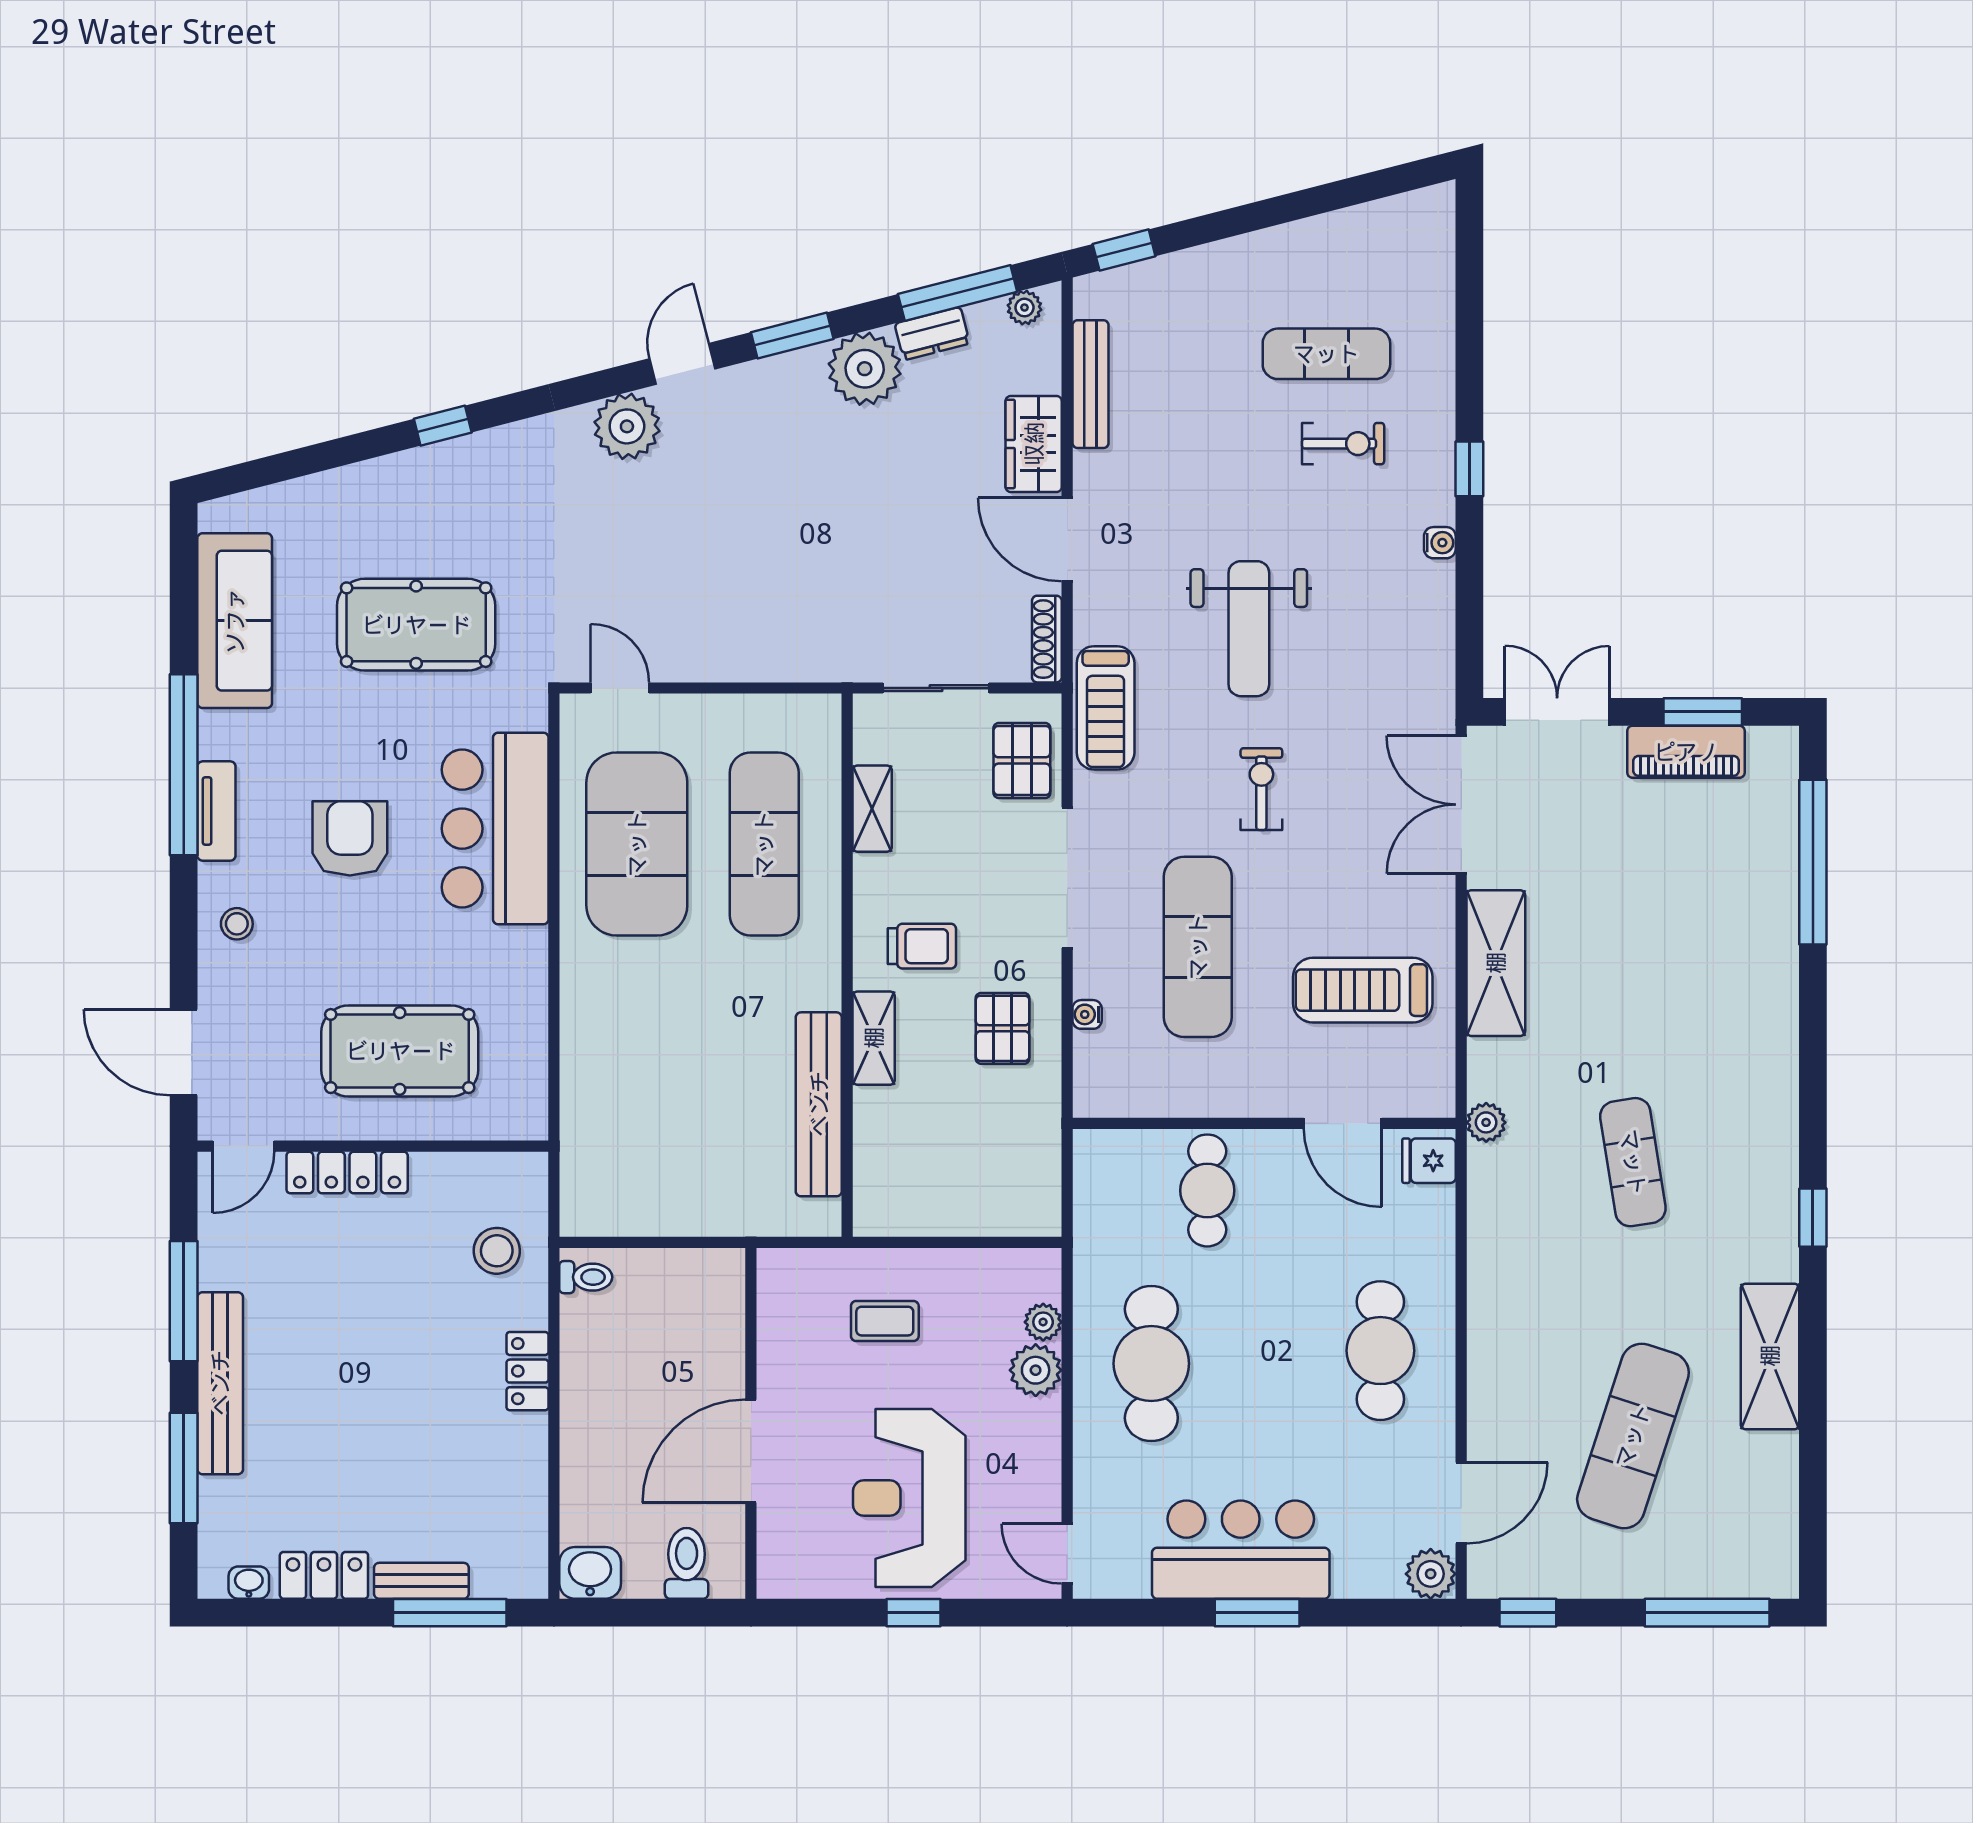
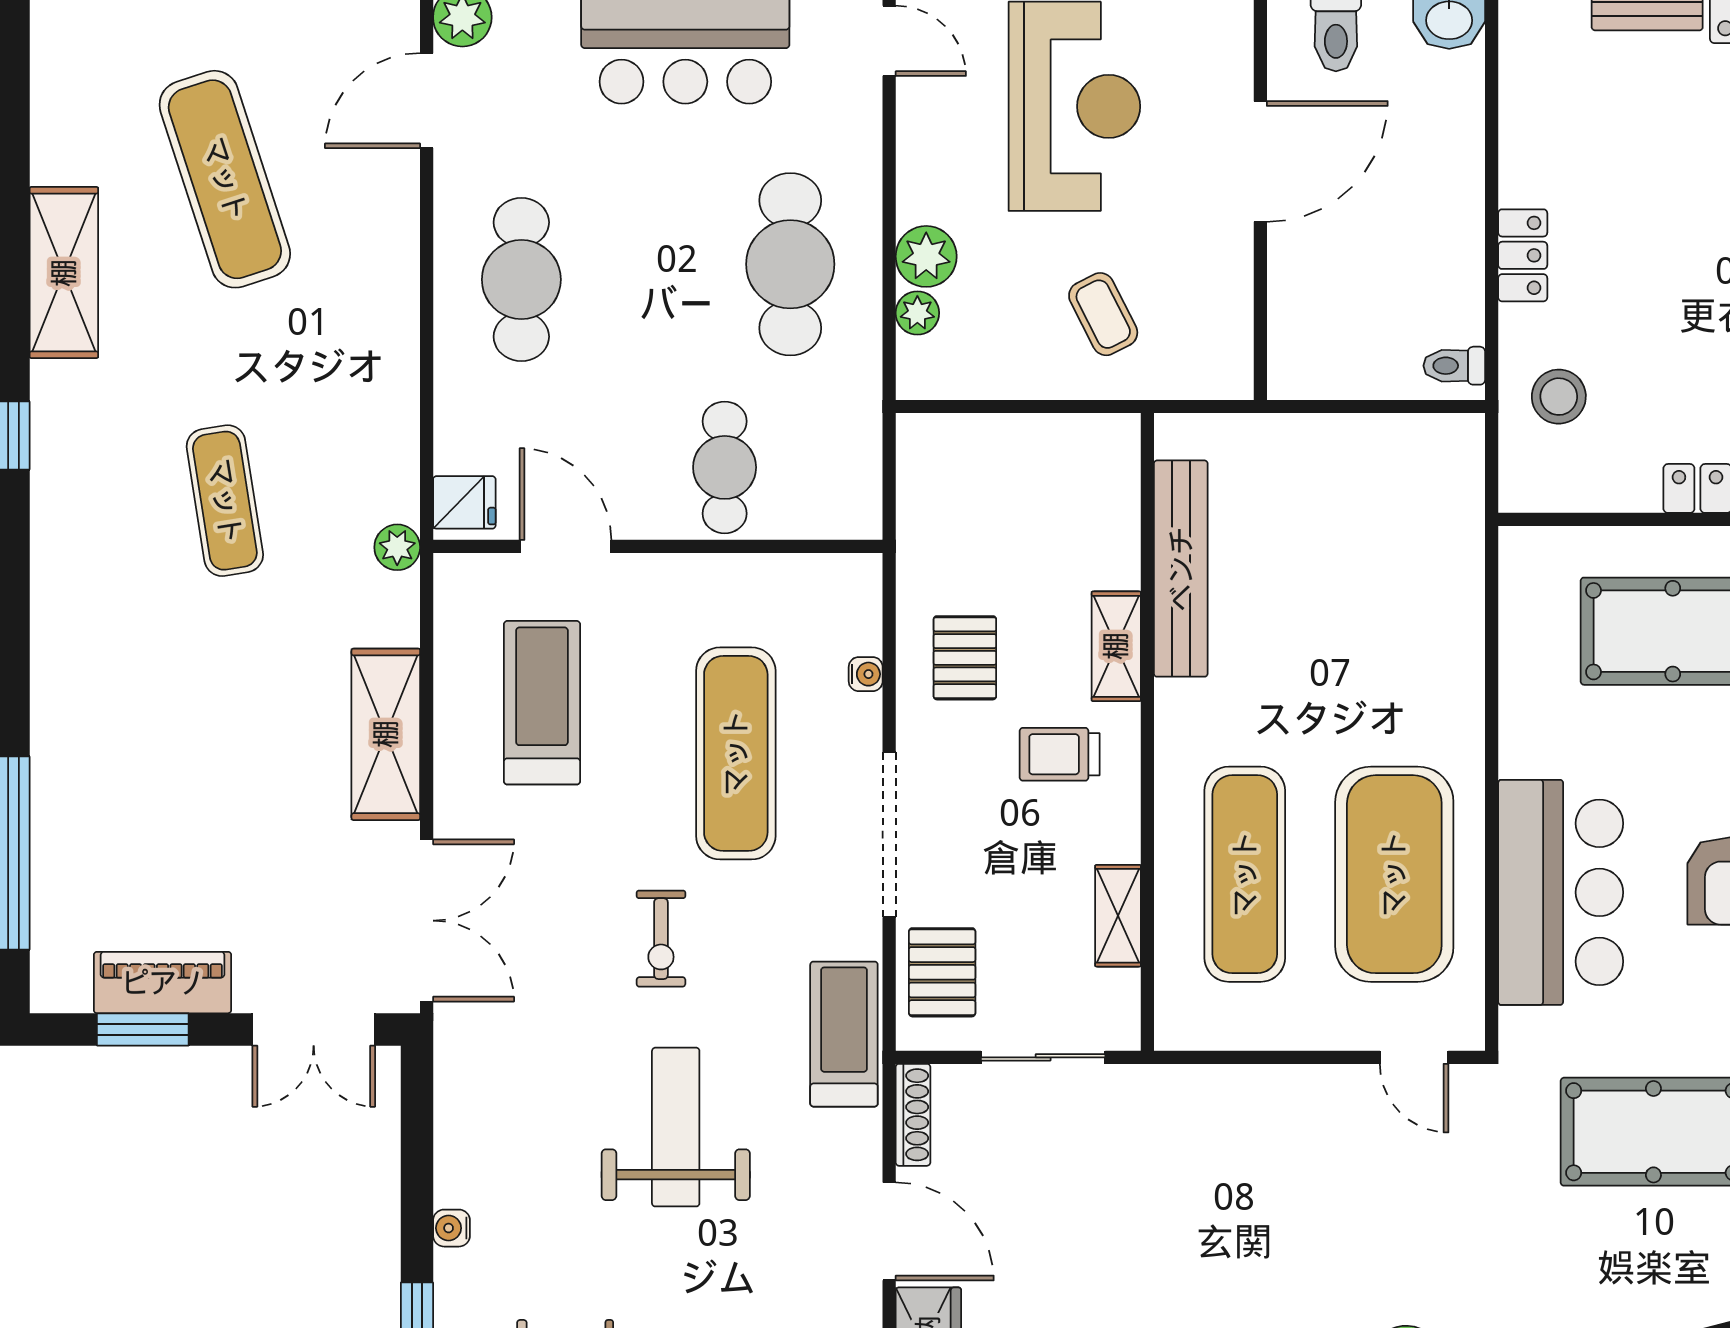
treadmill: (1363, 990) -> (542, 703), turned -90
coffee table: (885, 1321) -> (1103, 314), turned 63
exercise mat: (1633, 1436) -> (225, 179), turned -36

